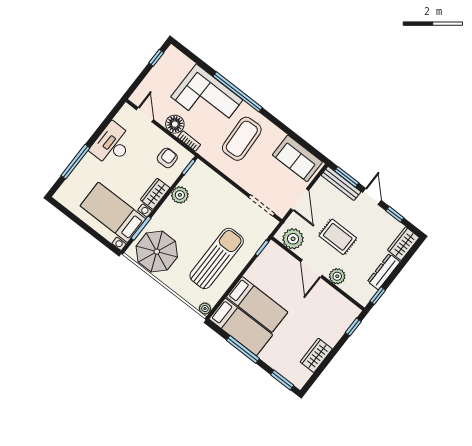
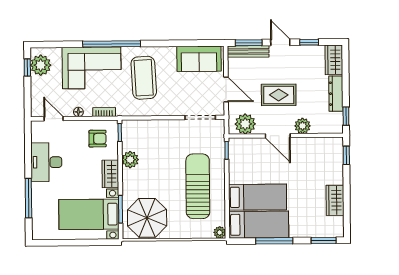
plant: (168, 64) -> (41, 65), added
floor lamp: (175, 124) -> (78, 112), width x0.53, depth x0.53
armchair: (167, 158) -> (98, 139), turned 90

